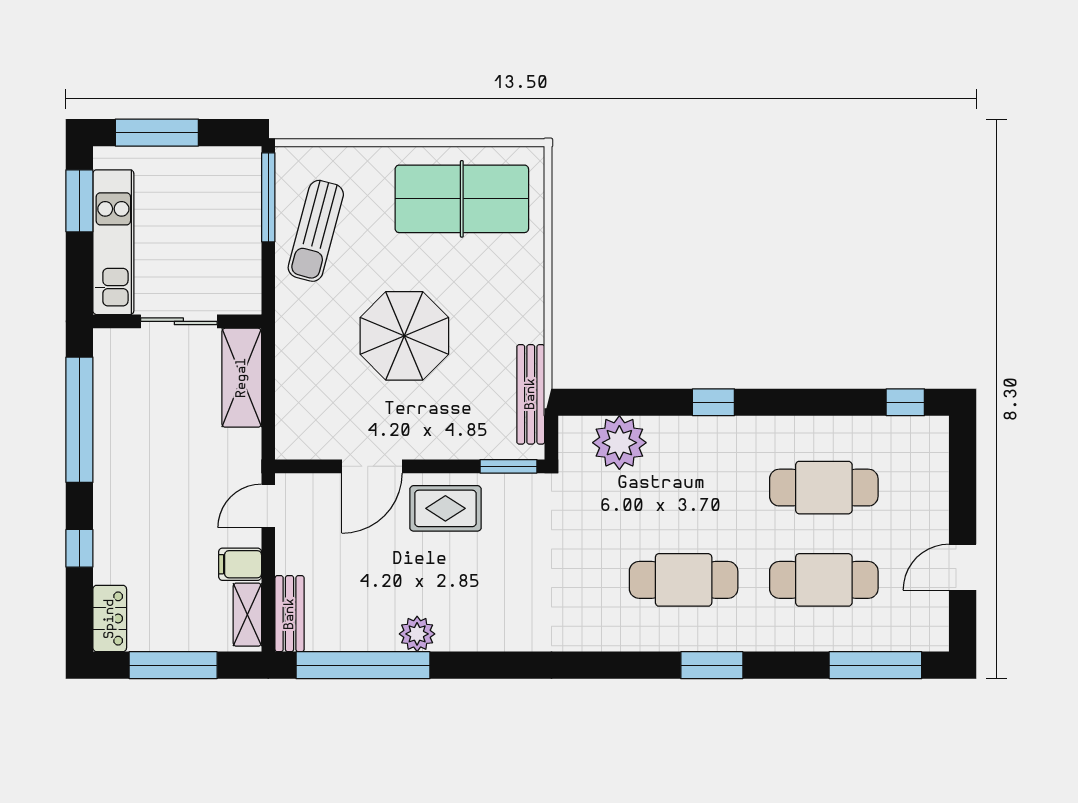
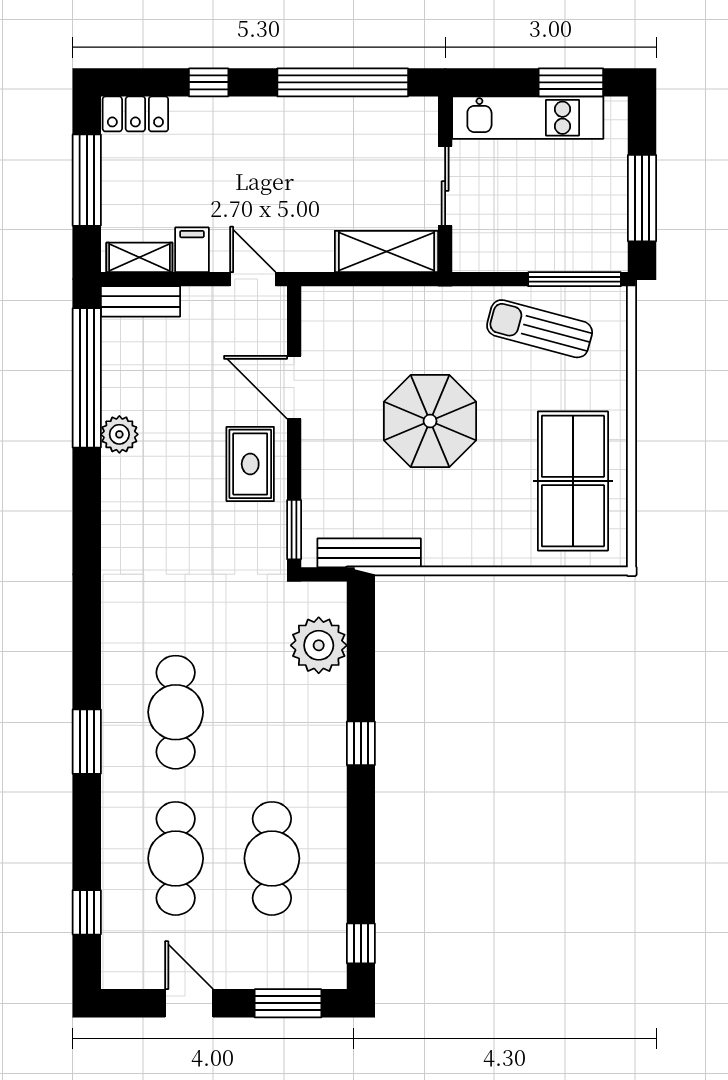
window: (157, 133) -> (642, 198), moved
window: (963, 472) -> (288, 1003), added
window: (875, 665) -> (87, 912), width x0.46

